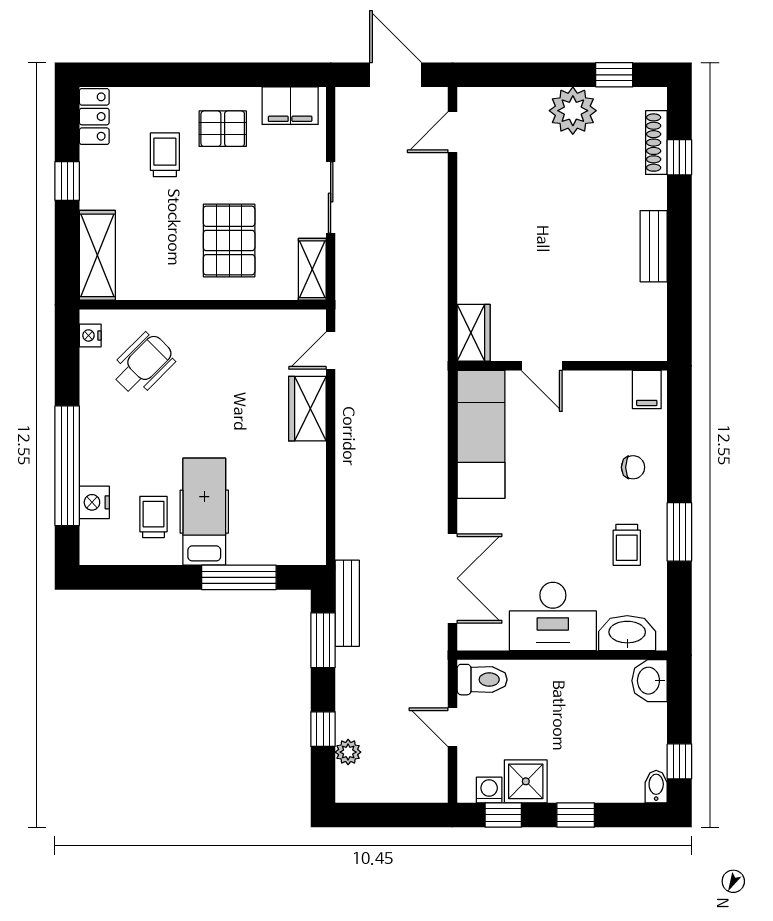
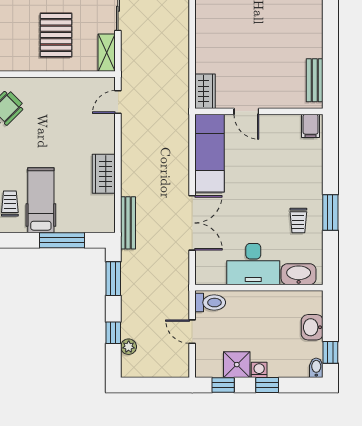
bench: (654, 246) -> (315, 80), moved
wardrobe: (307, 409) -> (104, 174), moved
chair: (633, 467) -> (302, 173), removed
double door: (453, 578) -> (192, 223), moved
bench: (347, 603) -> (128, 223), moved
washbasin: (650, 681) -> (312, 327), moved
washing machine: (489, 790) -> (259, 370), moved

